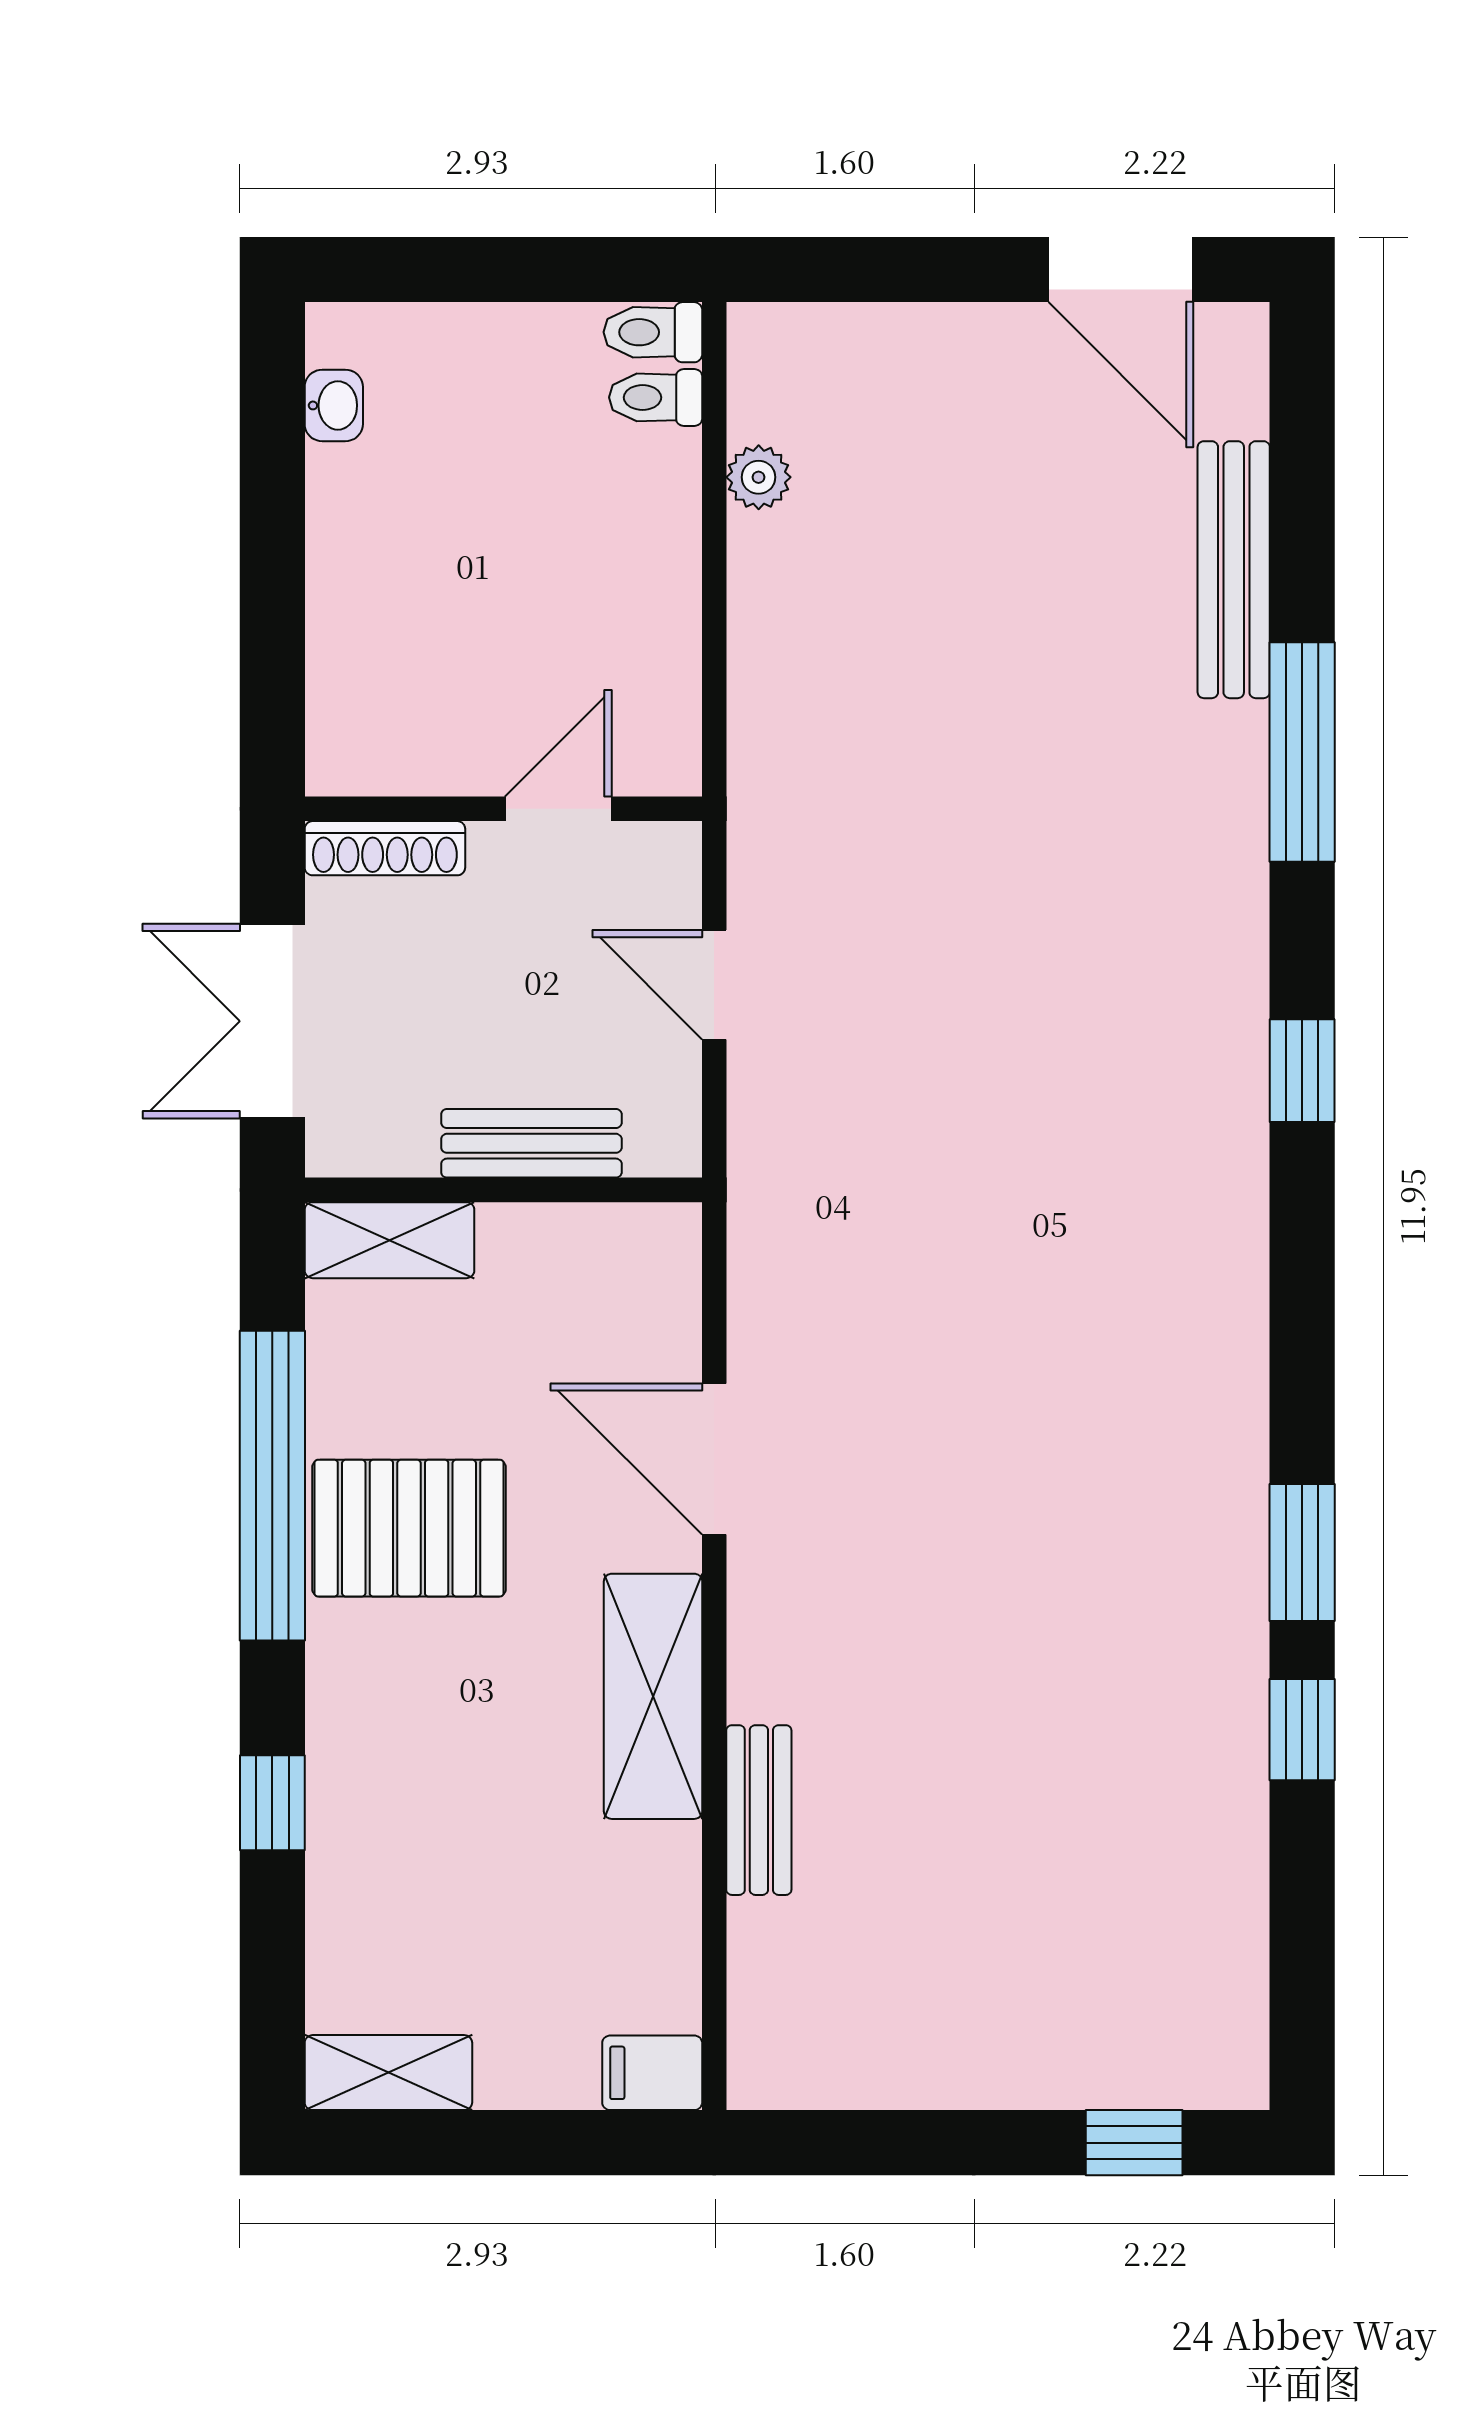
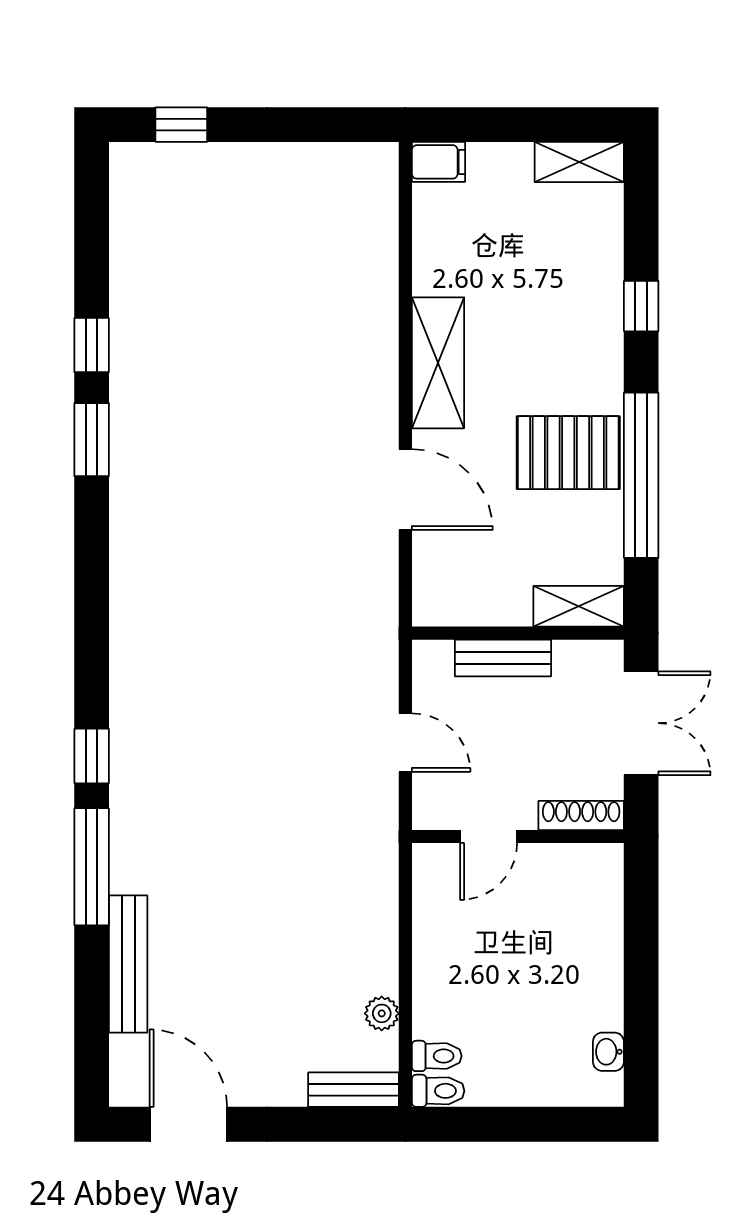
window: (1302, 1071) -> (92, 756), moved
bench: (759, 1810) -> (354, 1090), moved, turned 90

